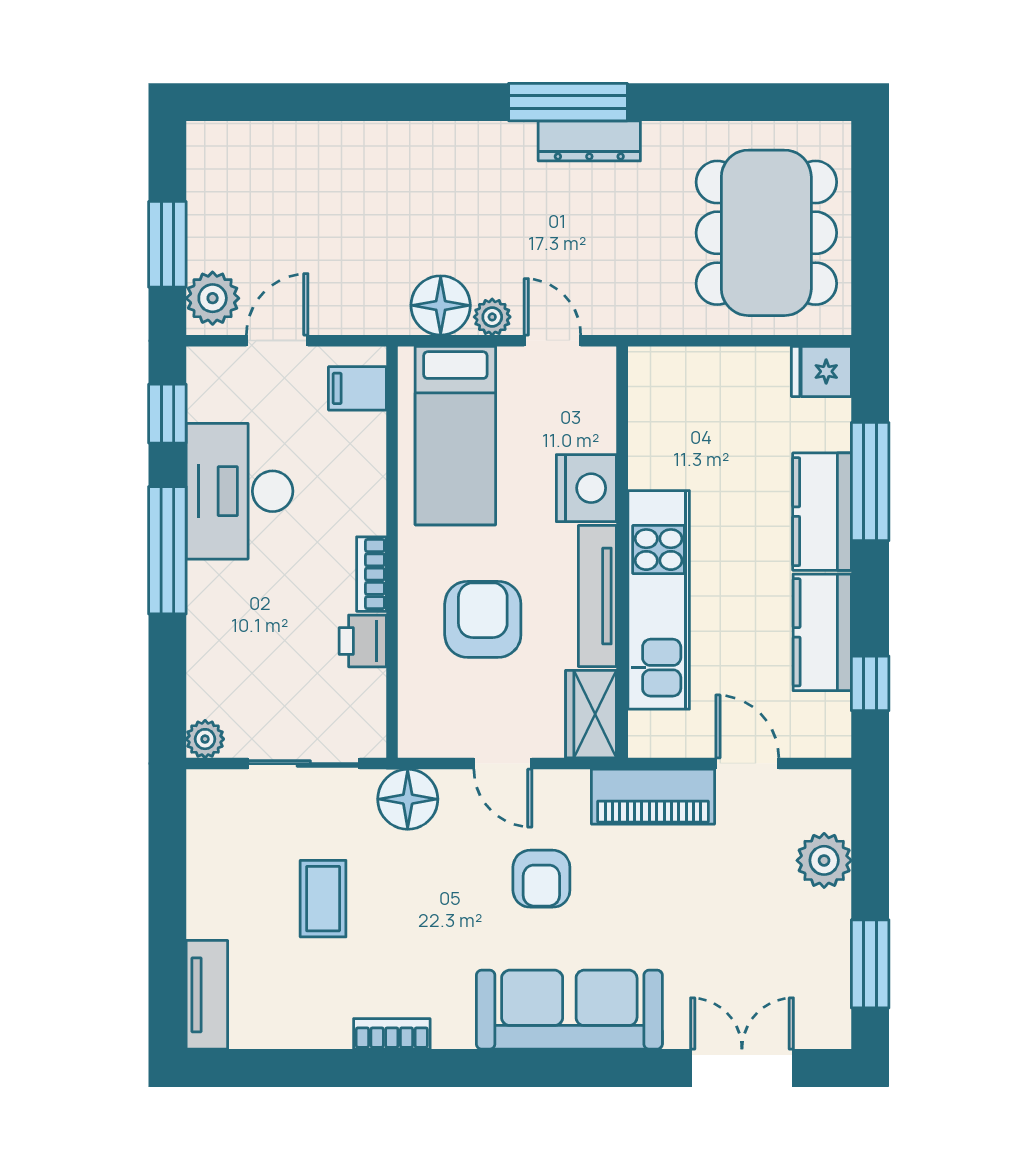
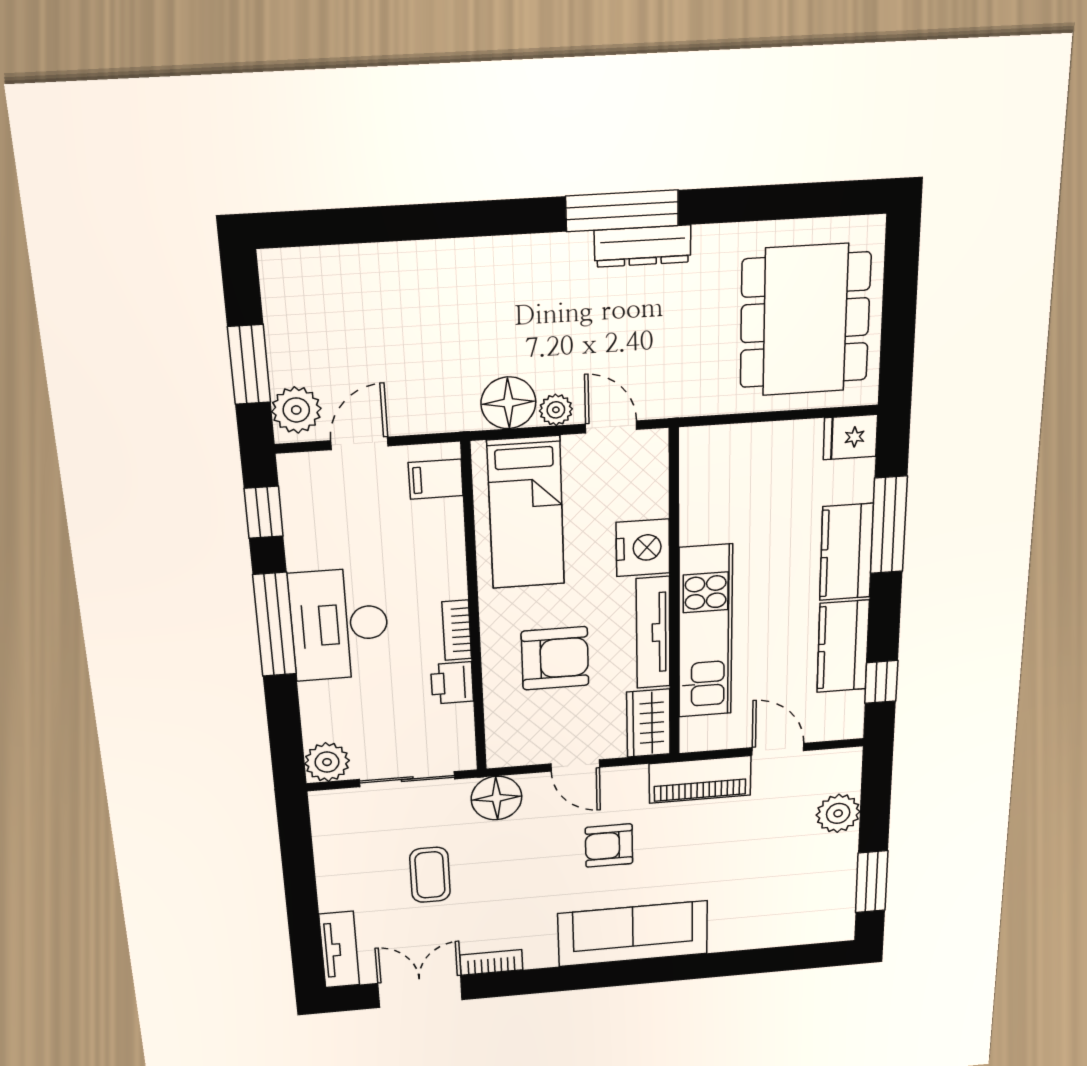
desk: (239, 491) -> (339, 624), moved
armchair: (483, 619) -> (555, 658), turned 90
plant: (205, 739) -> (327, 762), width x1.38, depth x1.38
armchair: (541, 879) -> (609, 846), turned 90
double door: (742, 1068) -> (420, 992), moved

